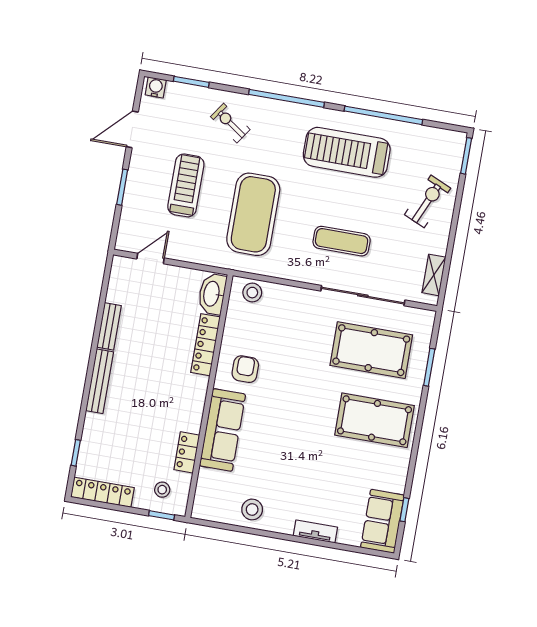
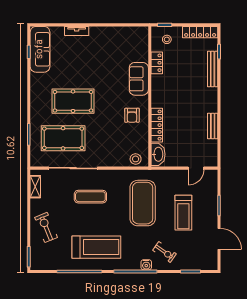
water cooler: (156, 87) -> (146, 265), moved
door: (132, 129) -> (219, 239), hinge flipped
exercise bike: (428, 201) -> (46, 227), turned 134
bench: (100, 381) -> (213, 69), moved
pool table: (374, 420) -> (73, 101), moved
sofa: (223, 430) -> (139, 79), width x0.73
stool: (252, 509) -> (114, 37), removed
sofa: (382, 521) -> (40, 49), width x1.36

